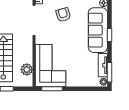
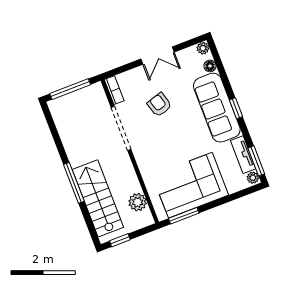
corner sofa: (50, 65) -> (190, 185), moved, turned -90

